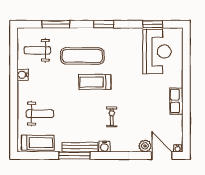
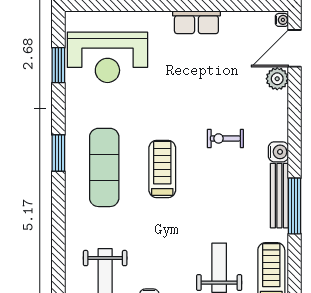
window: (56, 24) -> (58, 239), removed
reception desk: (157, 52) -> (107, 57), turned 180
exercise mat: (82, 56) -> (104, 167), moved
treadmill: (95, 82) -> (162, 169), turned 180

